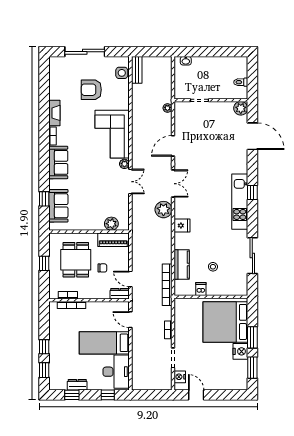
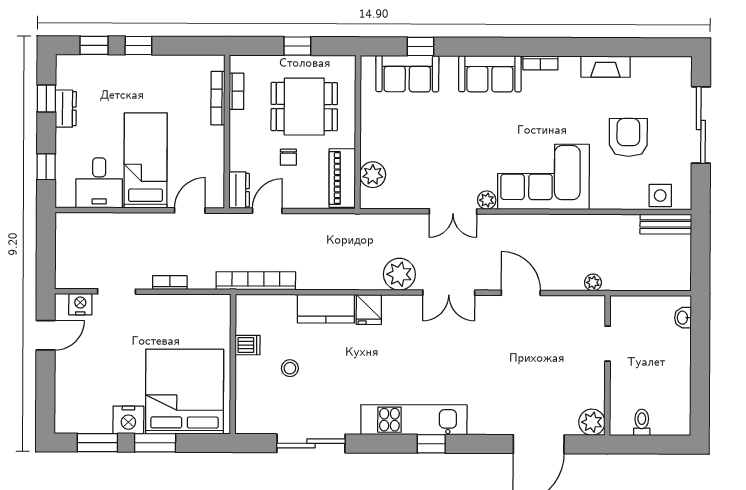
fireplace: (54, 113) -> (605, 67), moved
kitchen counter: (182, 265) -> (326, 309), moved
desk: (116, 372) -> (99, 183), width x0.73

